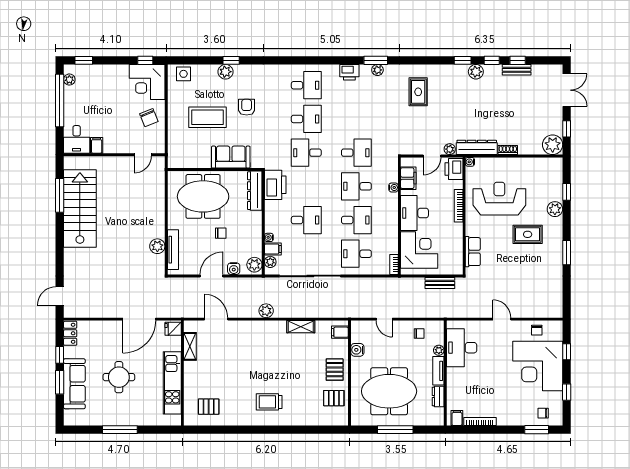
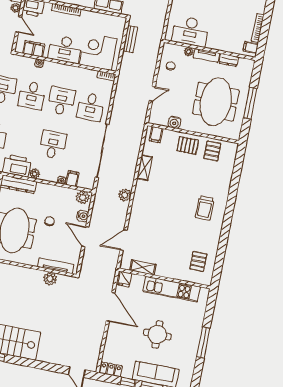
plant: (270, 262) -> (35, 174), moved

